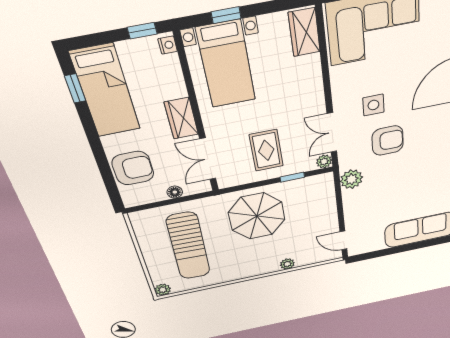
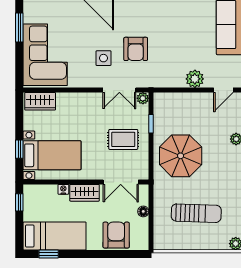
nightstand: (168, 45) -> (63, 189), moved
armchair: (388, 141) -> (136, 49), turned 180
plant: (351, 179) -> (195, 79), moved
sun lounger: (188, 246) -> (196, 213), width x0.73, depth x0.75

